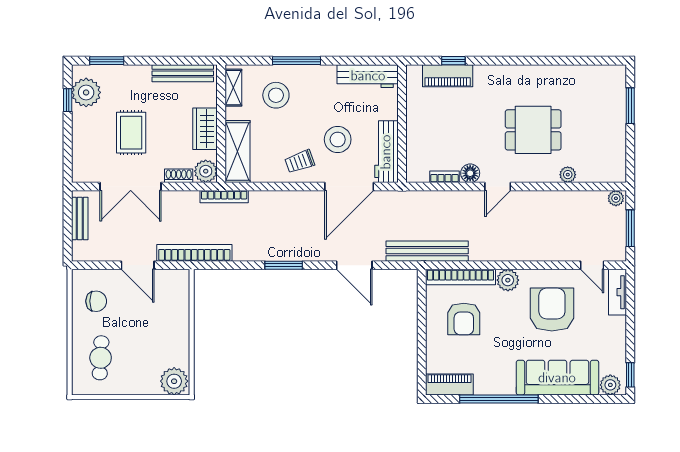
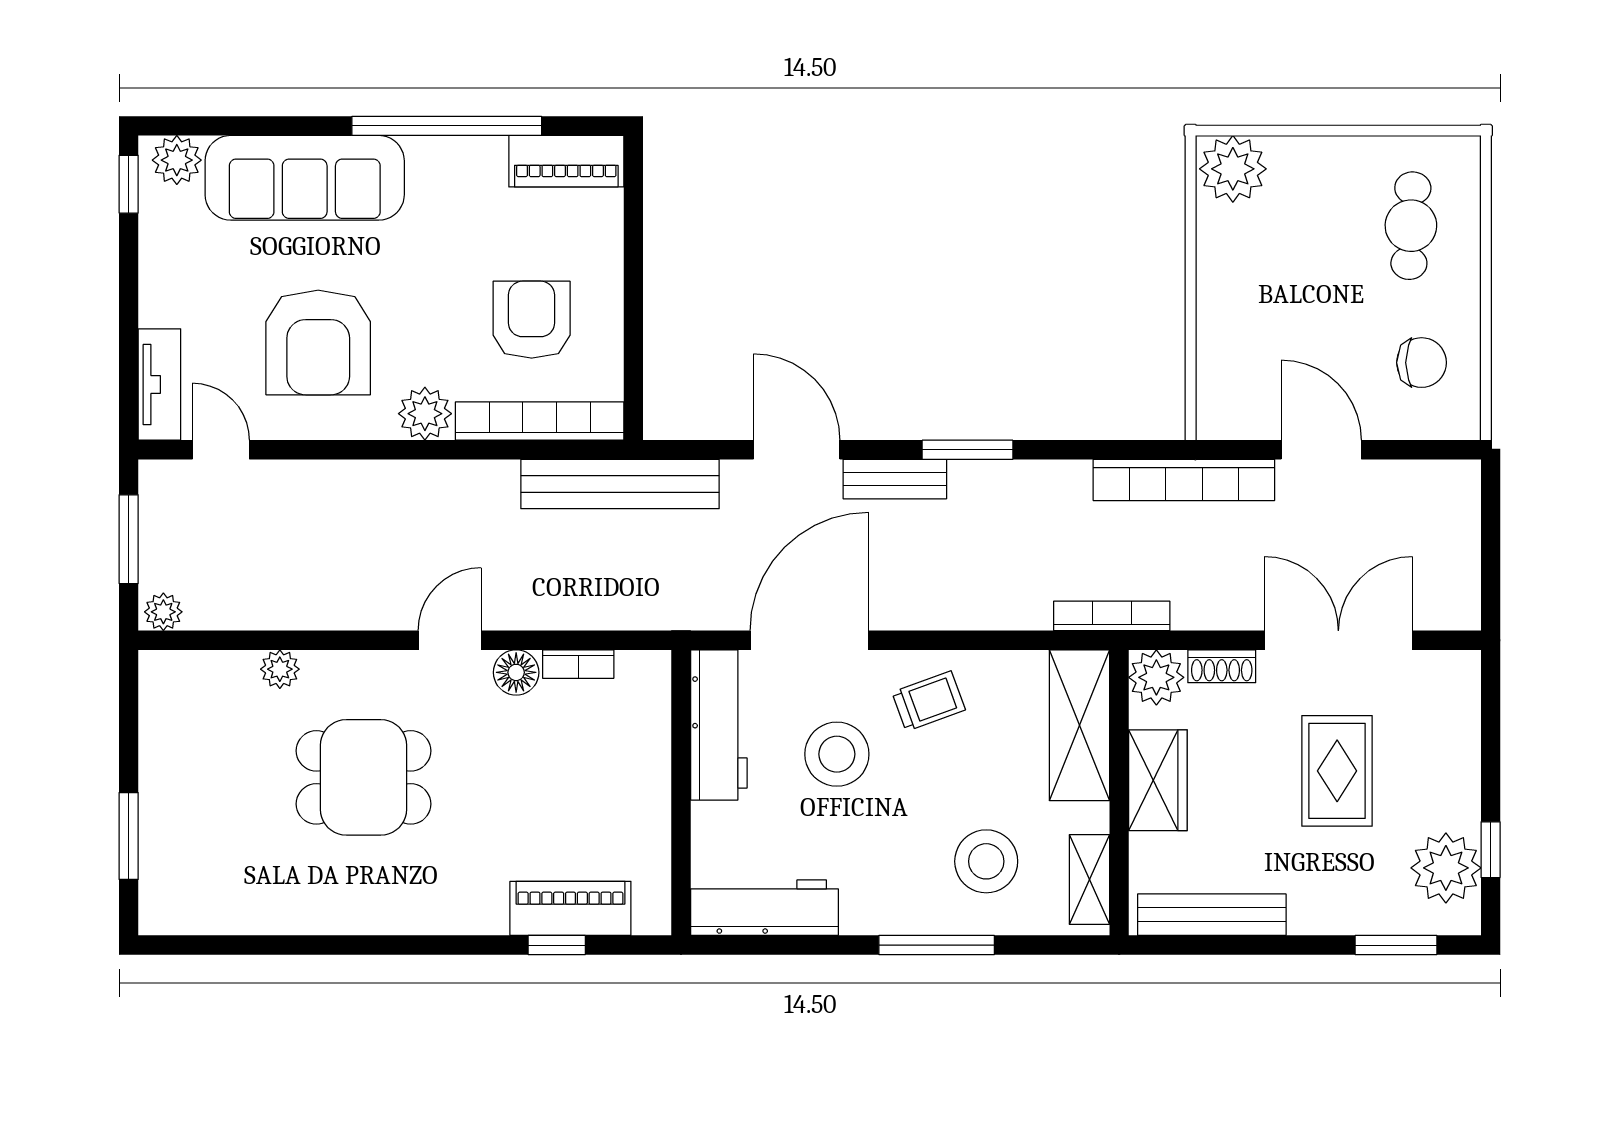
bench: (80, 219) -> (895, 479), moved, turned 90
chair: (96, 301) -> (1422, 363), turned 180

